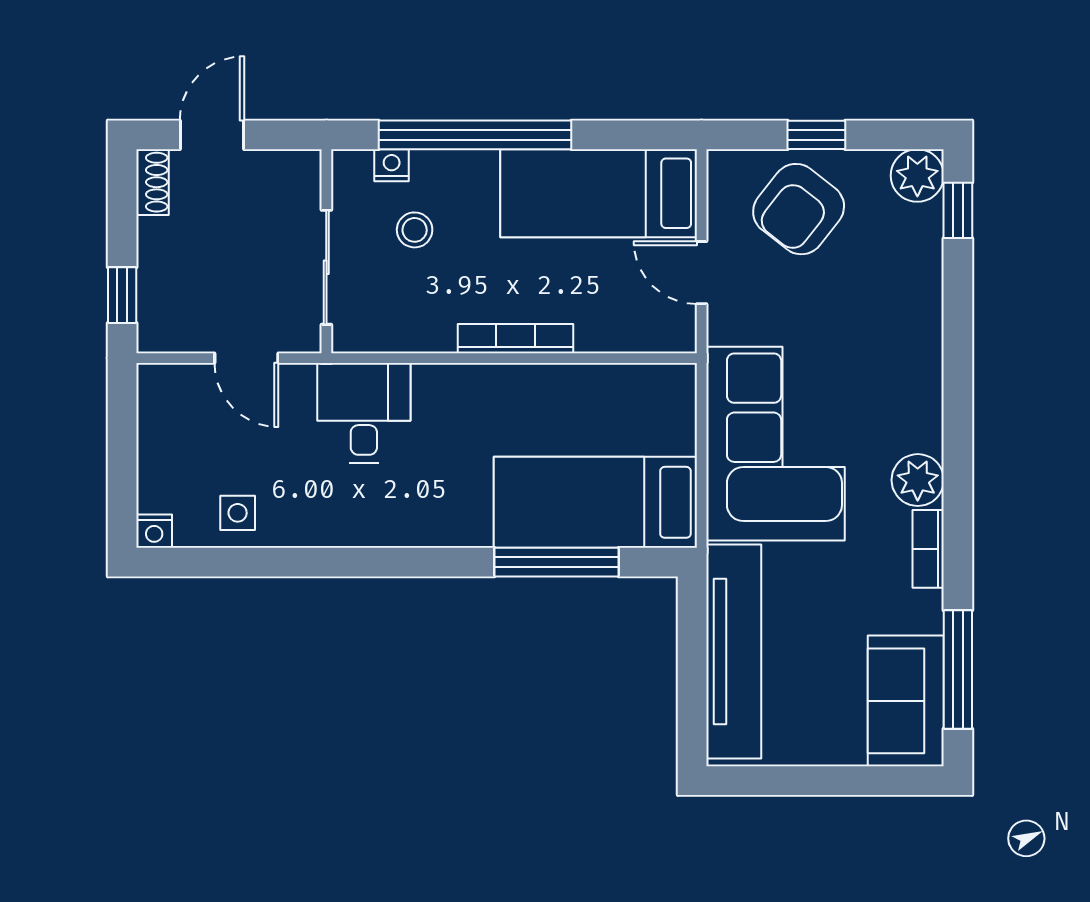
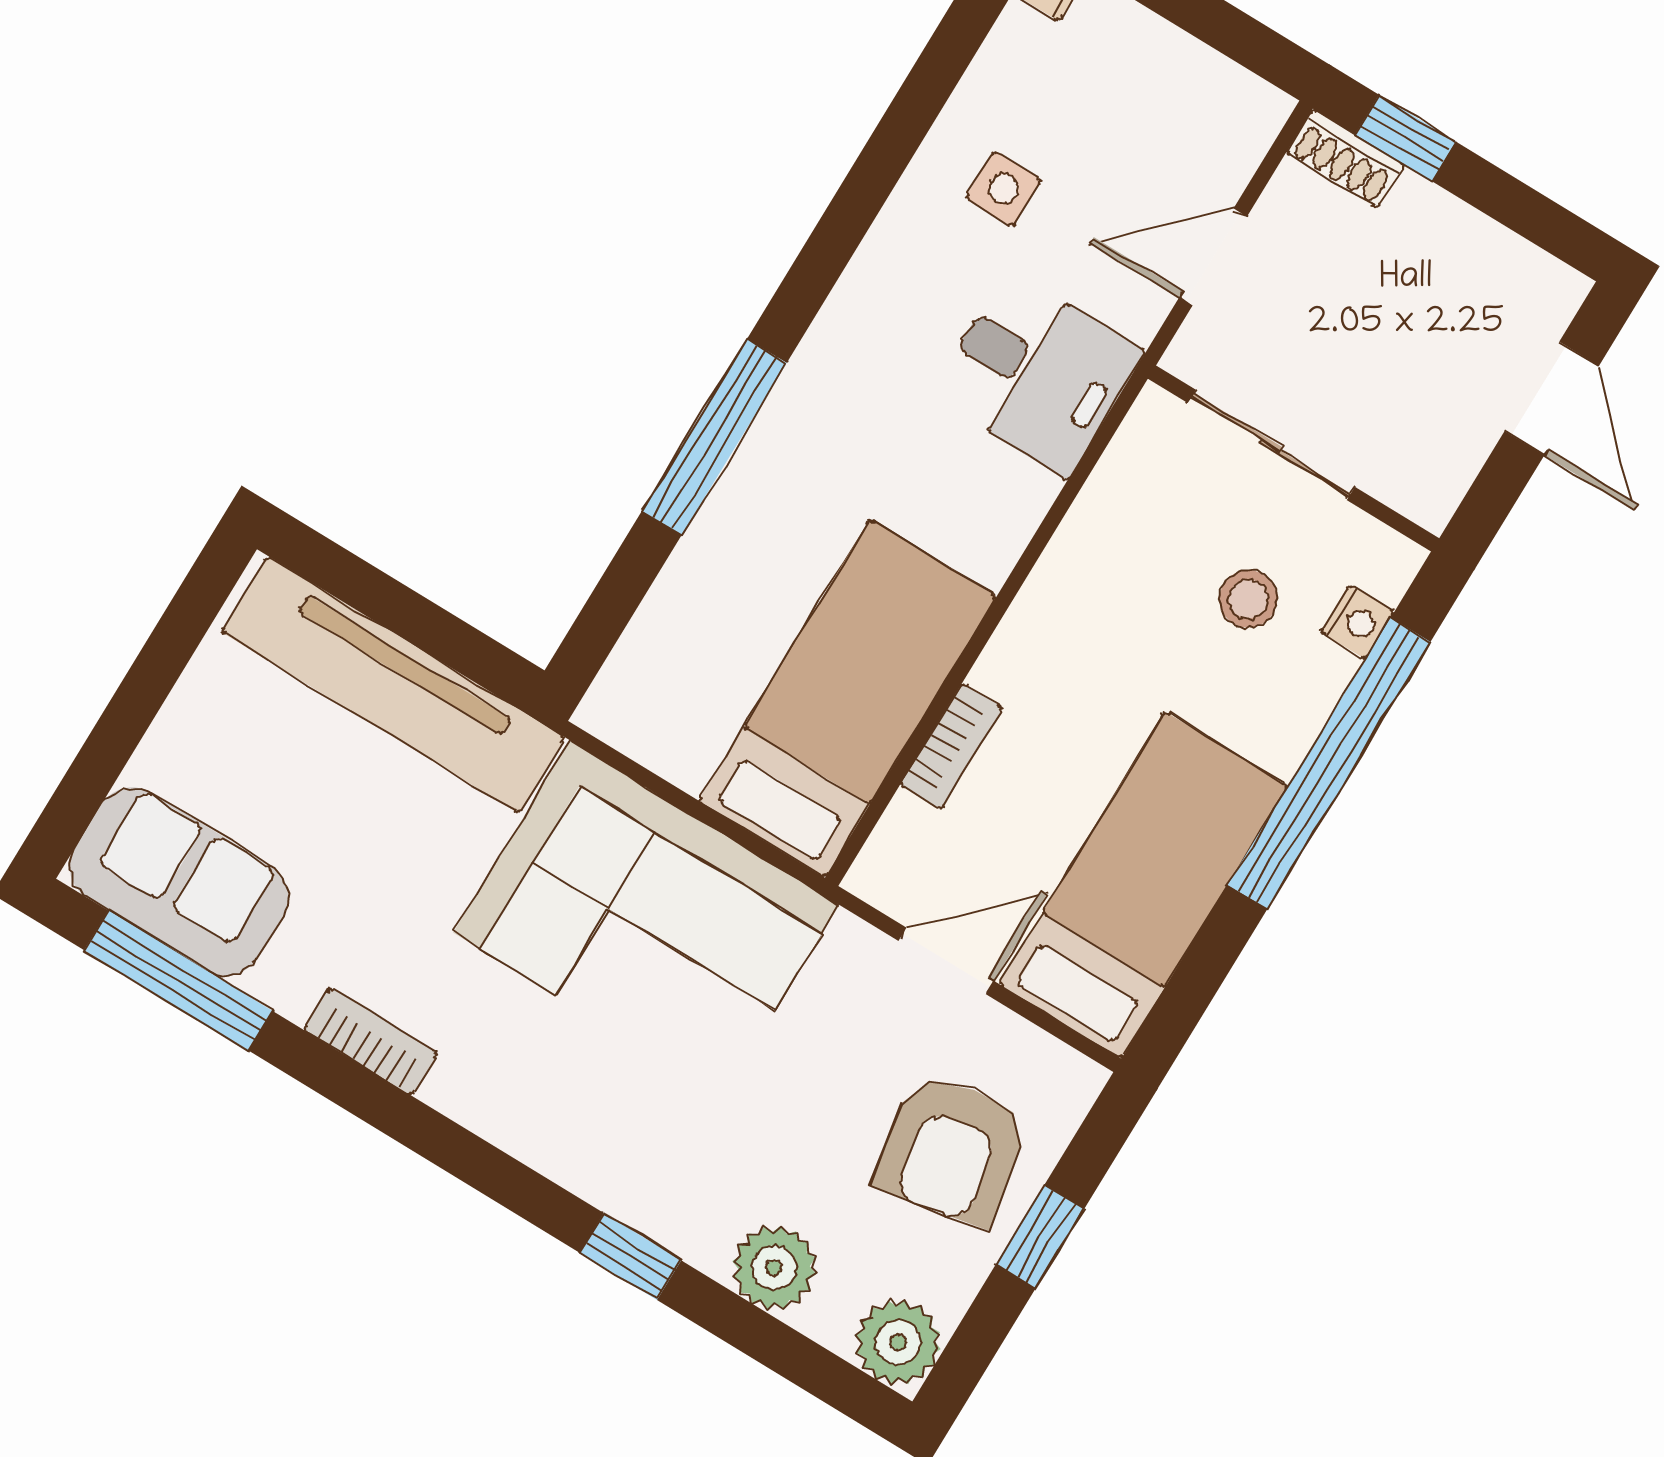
shoe rack: (152, 182) -> (1345, 159), moved
armchair: (799, 209) -> (952, 1149), turned -139
window: (958, 210) -> (630, 1257), moved
bookcase: (516, 339) -> (952, 746), moved, width x0.64
plant: (918, 480) -> (774, 1268), moved
bed: (595, 502) -> (848, 699), moved
side table: (238, 513) -> (1003, 189), moved
window: (556, 562) -> (714, 437), moved

